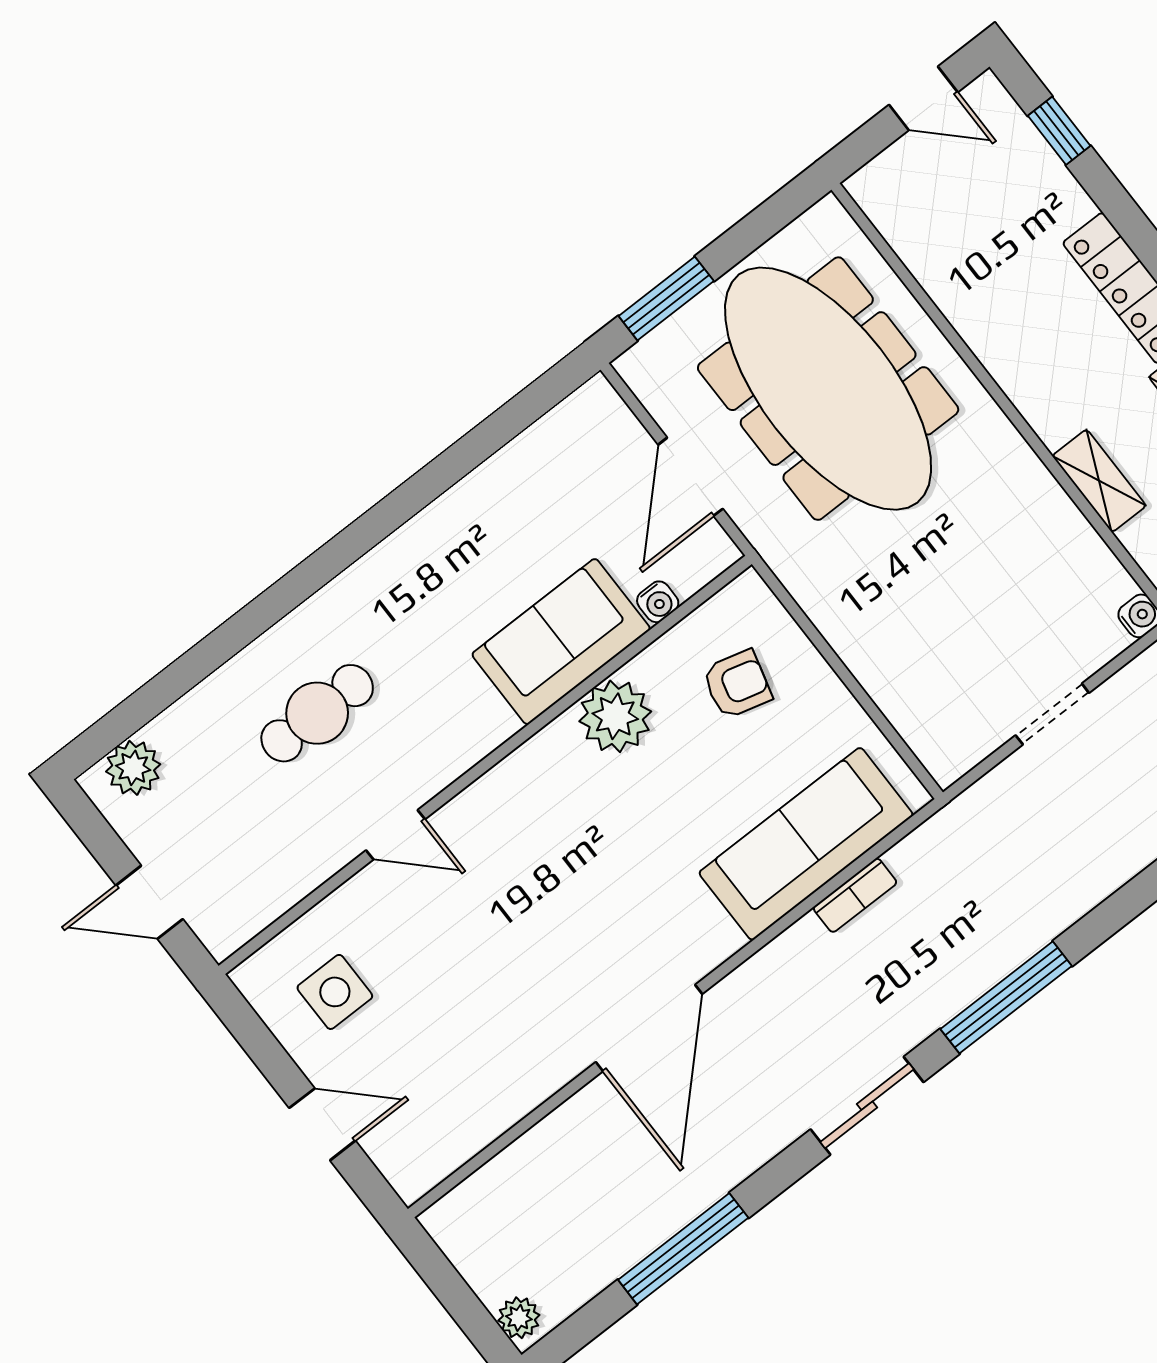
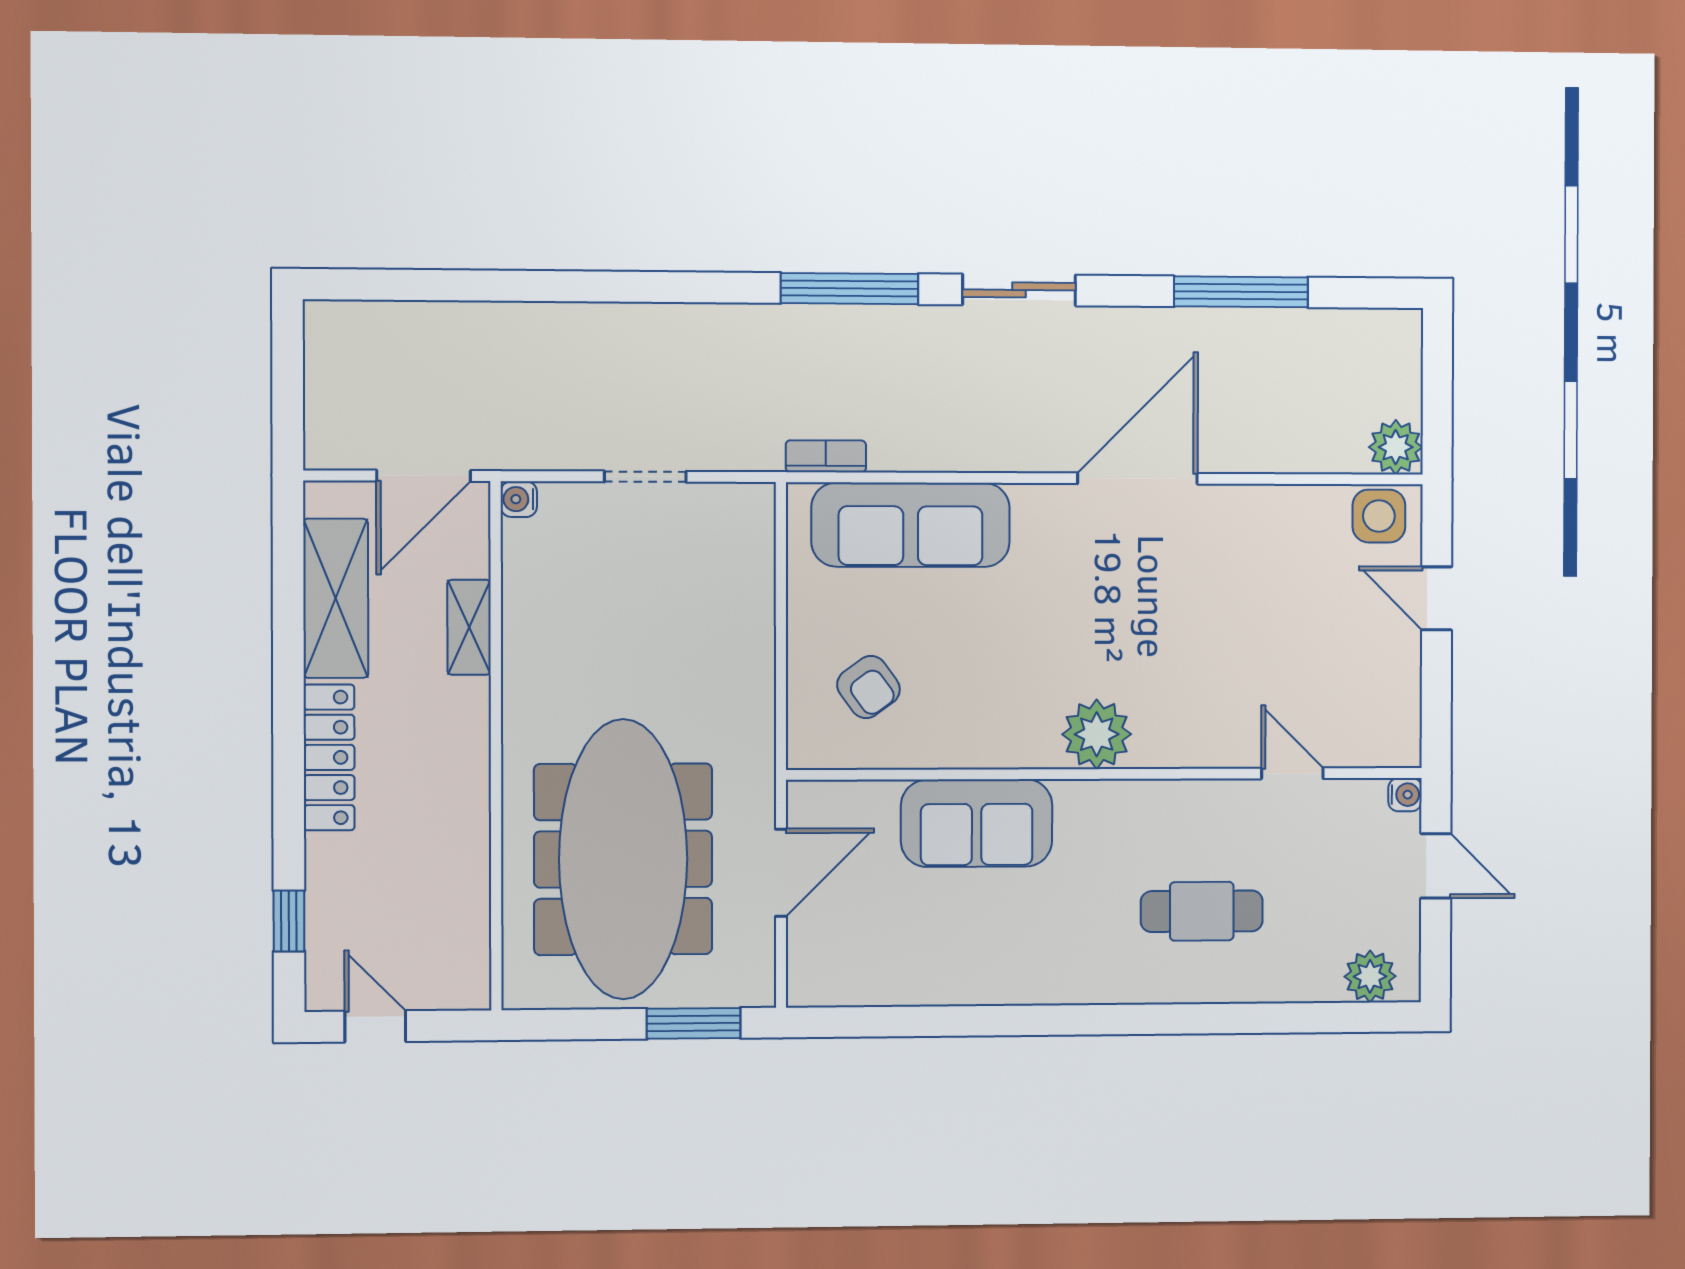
water cooler: (658, 602) -> (1405, 795), moved, turned 90
armchair: (737, 684) -> (868, 687), turned -141
plant: (615, 716) -> (1097, 734), moved
door: (395, 835) -> (1292, 773), moved
bookcase: (855, 895) -> (826, 456), moved
side table: (335, 992) -> (1379, 516), moved
plant: (519, 1318) -> (1396, 447), moved, width x1.38, depth x1.38

